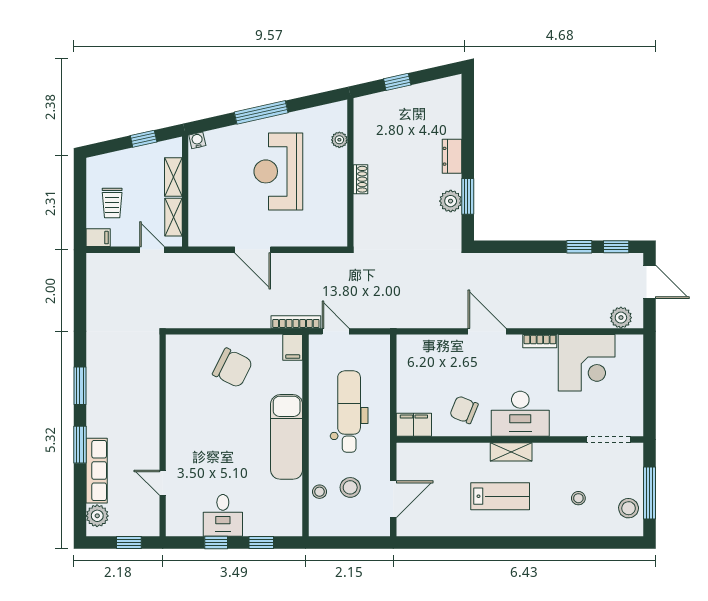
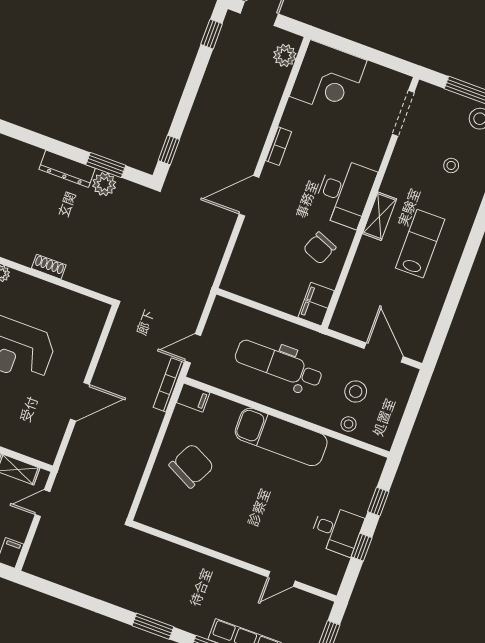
dresser: (452, 156) -> (67, 169), width x1.44
window: (579, 247) -> (169, 150), moved
corner desk: (587, 363) -> (328, 78), moved, turned 90

